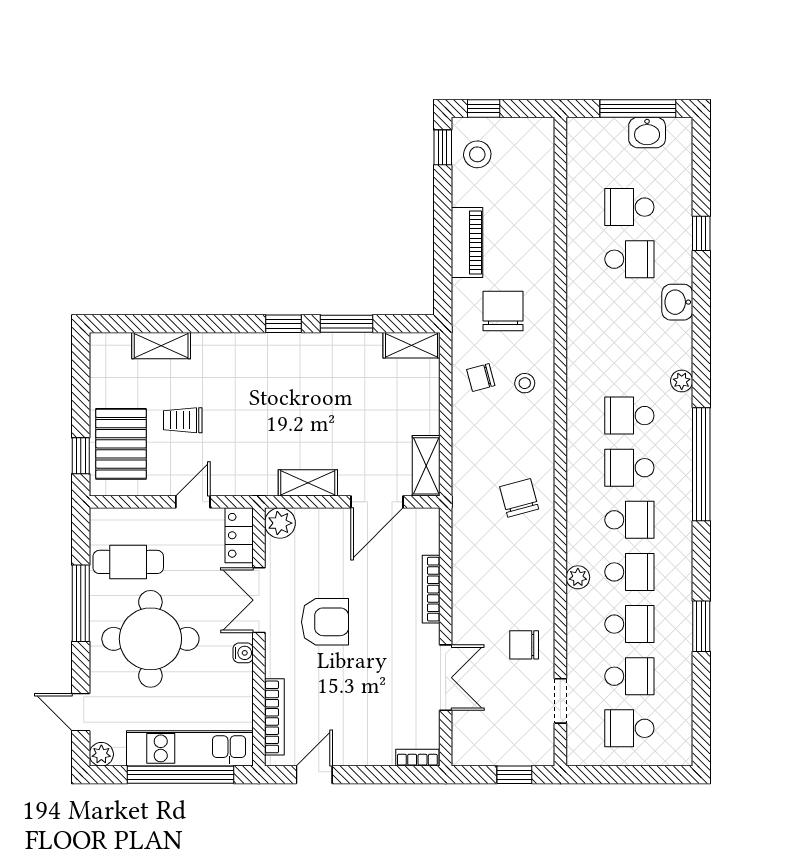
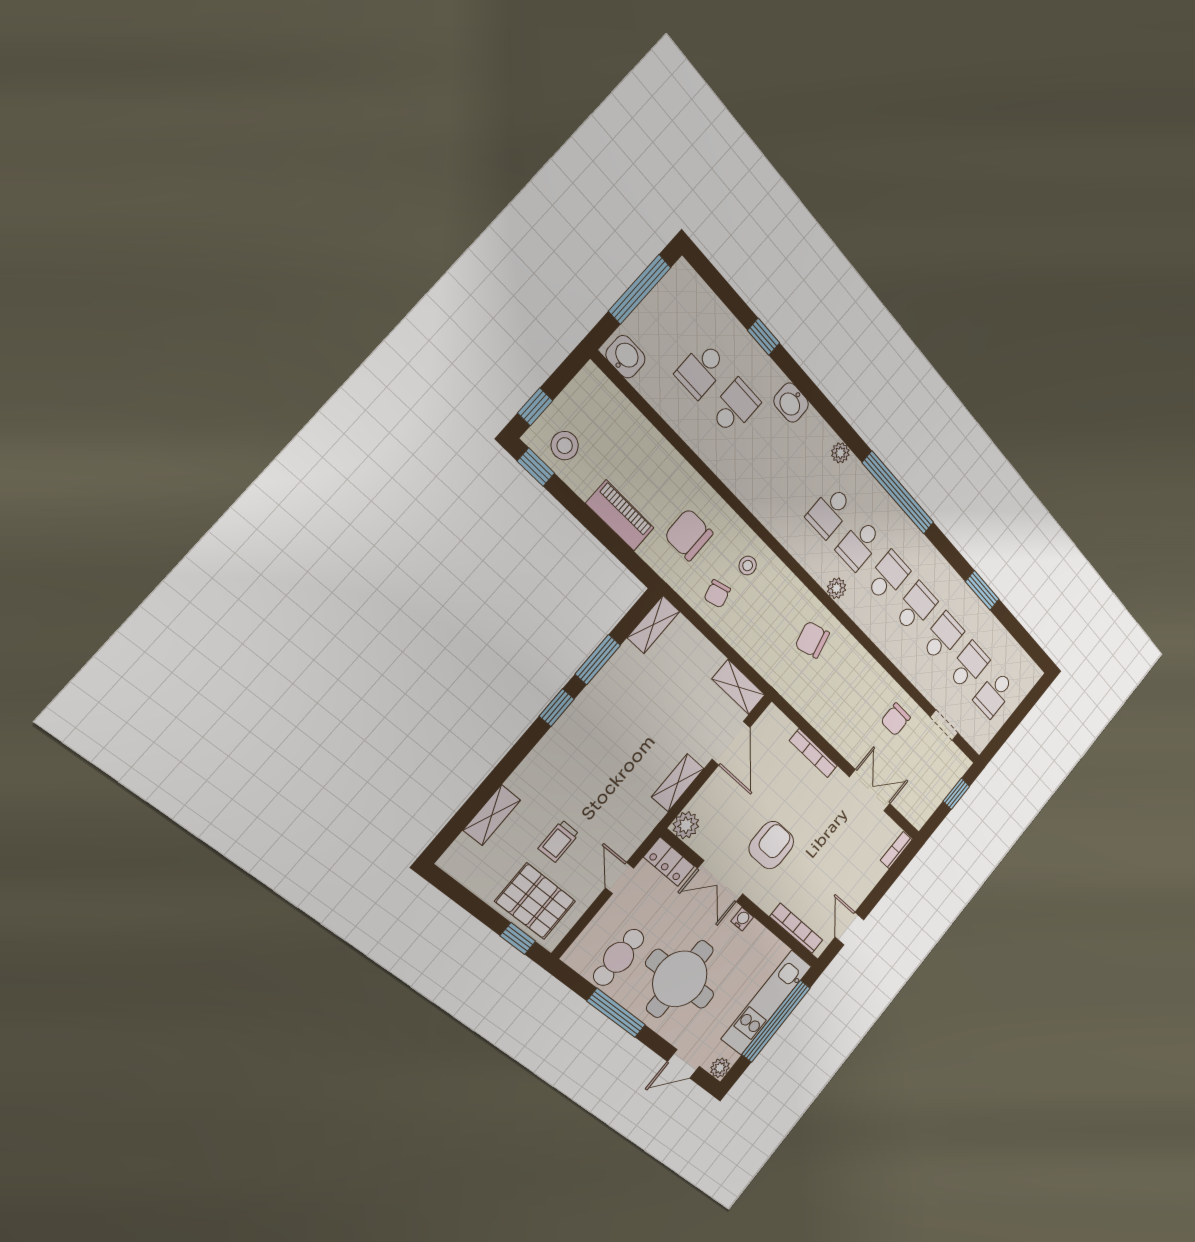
washbasin: (647, 132) -> (625, 357), moved, turned -90
plant: (578, 577) -> (837, 588), moved

